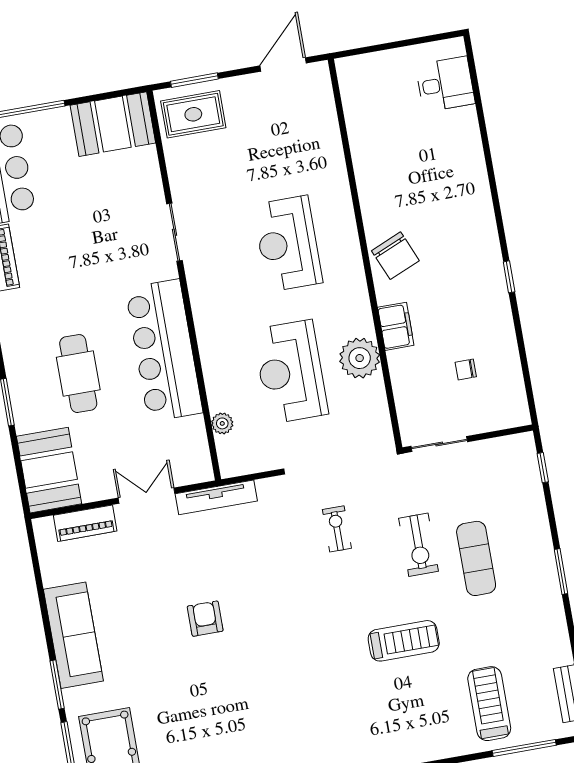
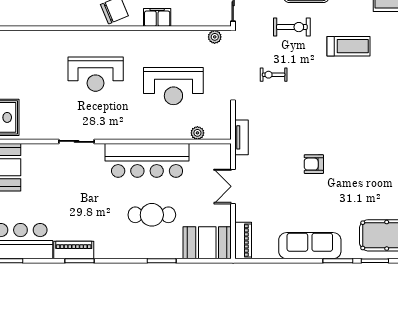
plant: (360, 358) -> (215, 37), moved, width x0.53, depth x0.53
tv unit: (216, 497) -> (242, 137), width x0.71
piano: (85, 523) -> (243, 240), moved
treadmill: (404, 641) -> (349, 46), turned 90

